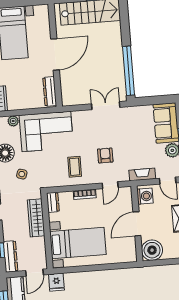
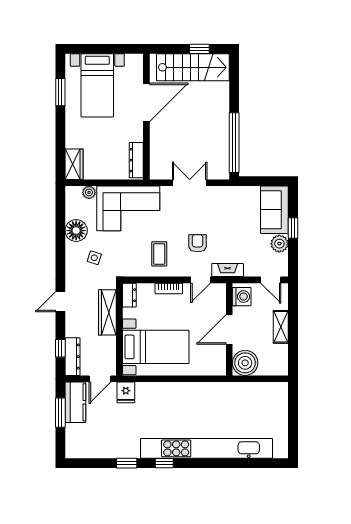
door: (55, 54) -> (146, 102), moved
double door: (106, 106) -> (190, 183), moved
fireplace: (142, 174) -> (228, 270), moved

